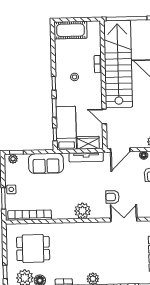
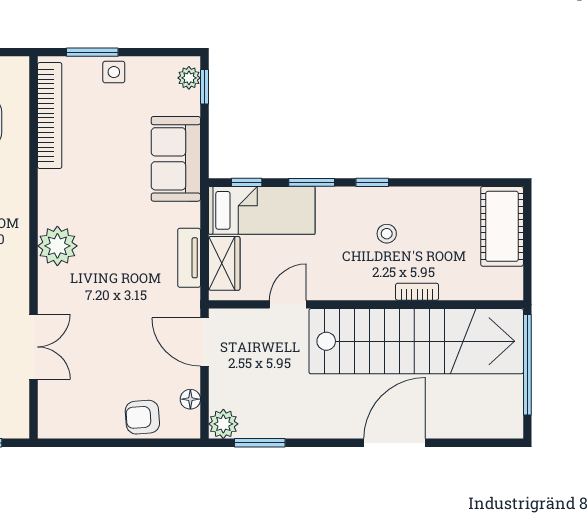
tv unit: (86, 157) -> (189, 258), width x0.71
armchair: (112, 197) -> (90, 320), removed

